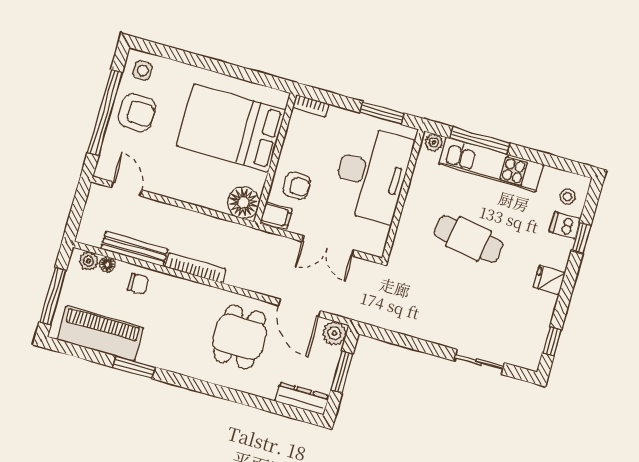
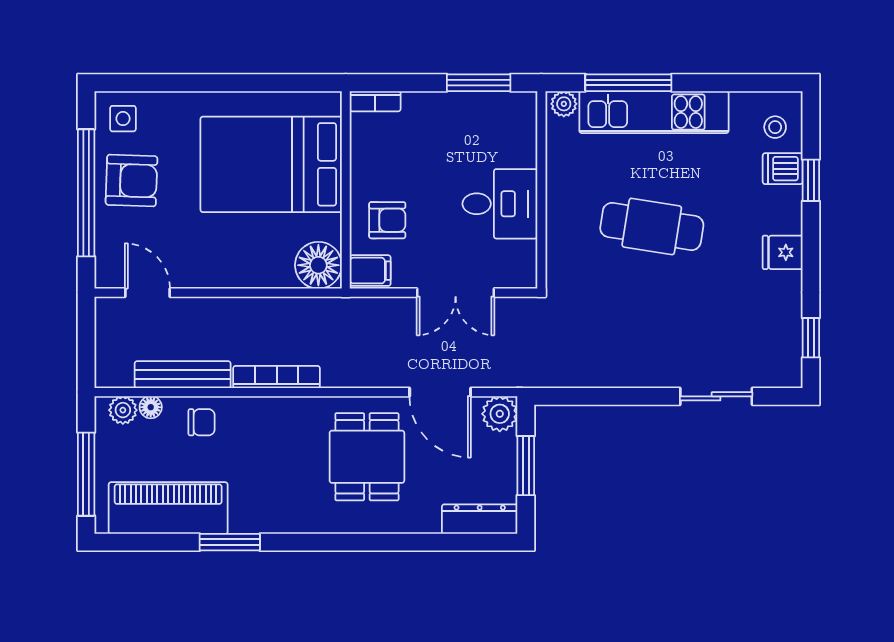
desk: (372, 174) -> (500, 204), width x0.53, depth x0.77

